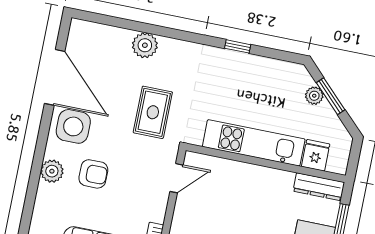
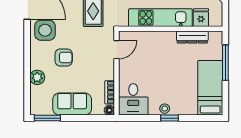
plant: (52, 171) -> (37, 77), moved
dresser: (319, 187) -> (192, 37), moved

